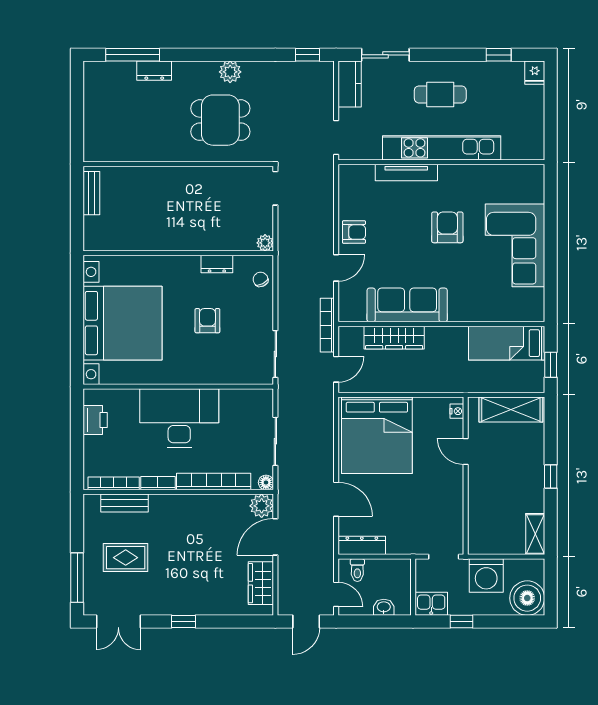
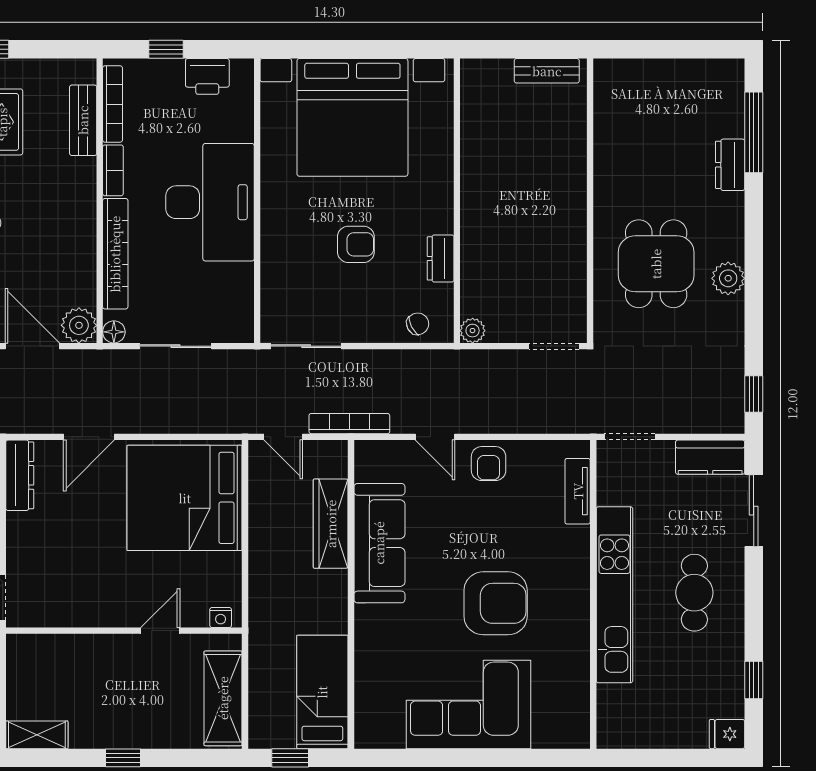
tv unit: (406, 173) -> (578, 491), moved, width x0.71
armchair: (447, 227) -> (496, 603), width x1.36, depth x1.36
window: (77, 448) -> (166, 49), added

